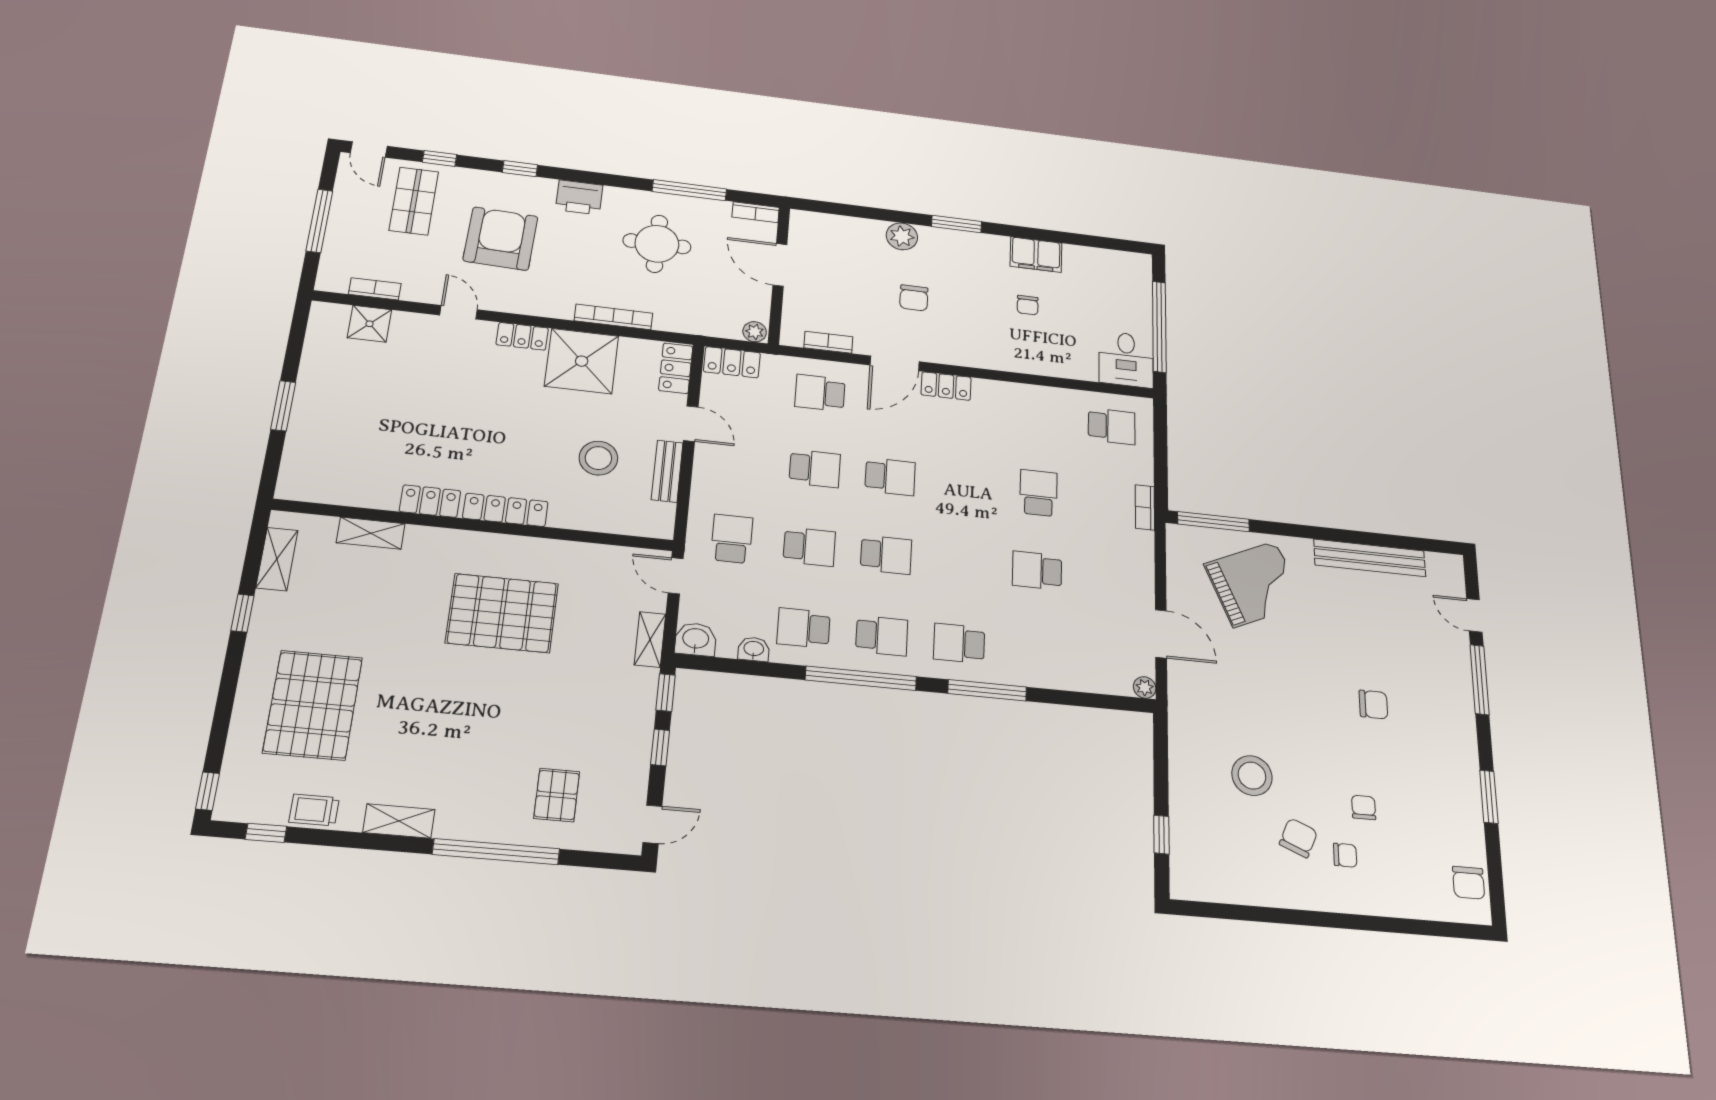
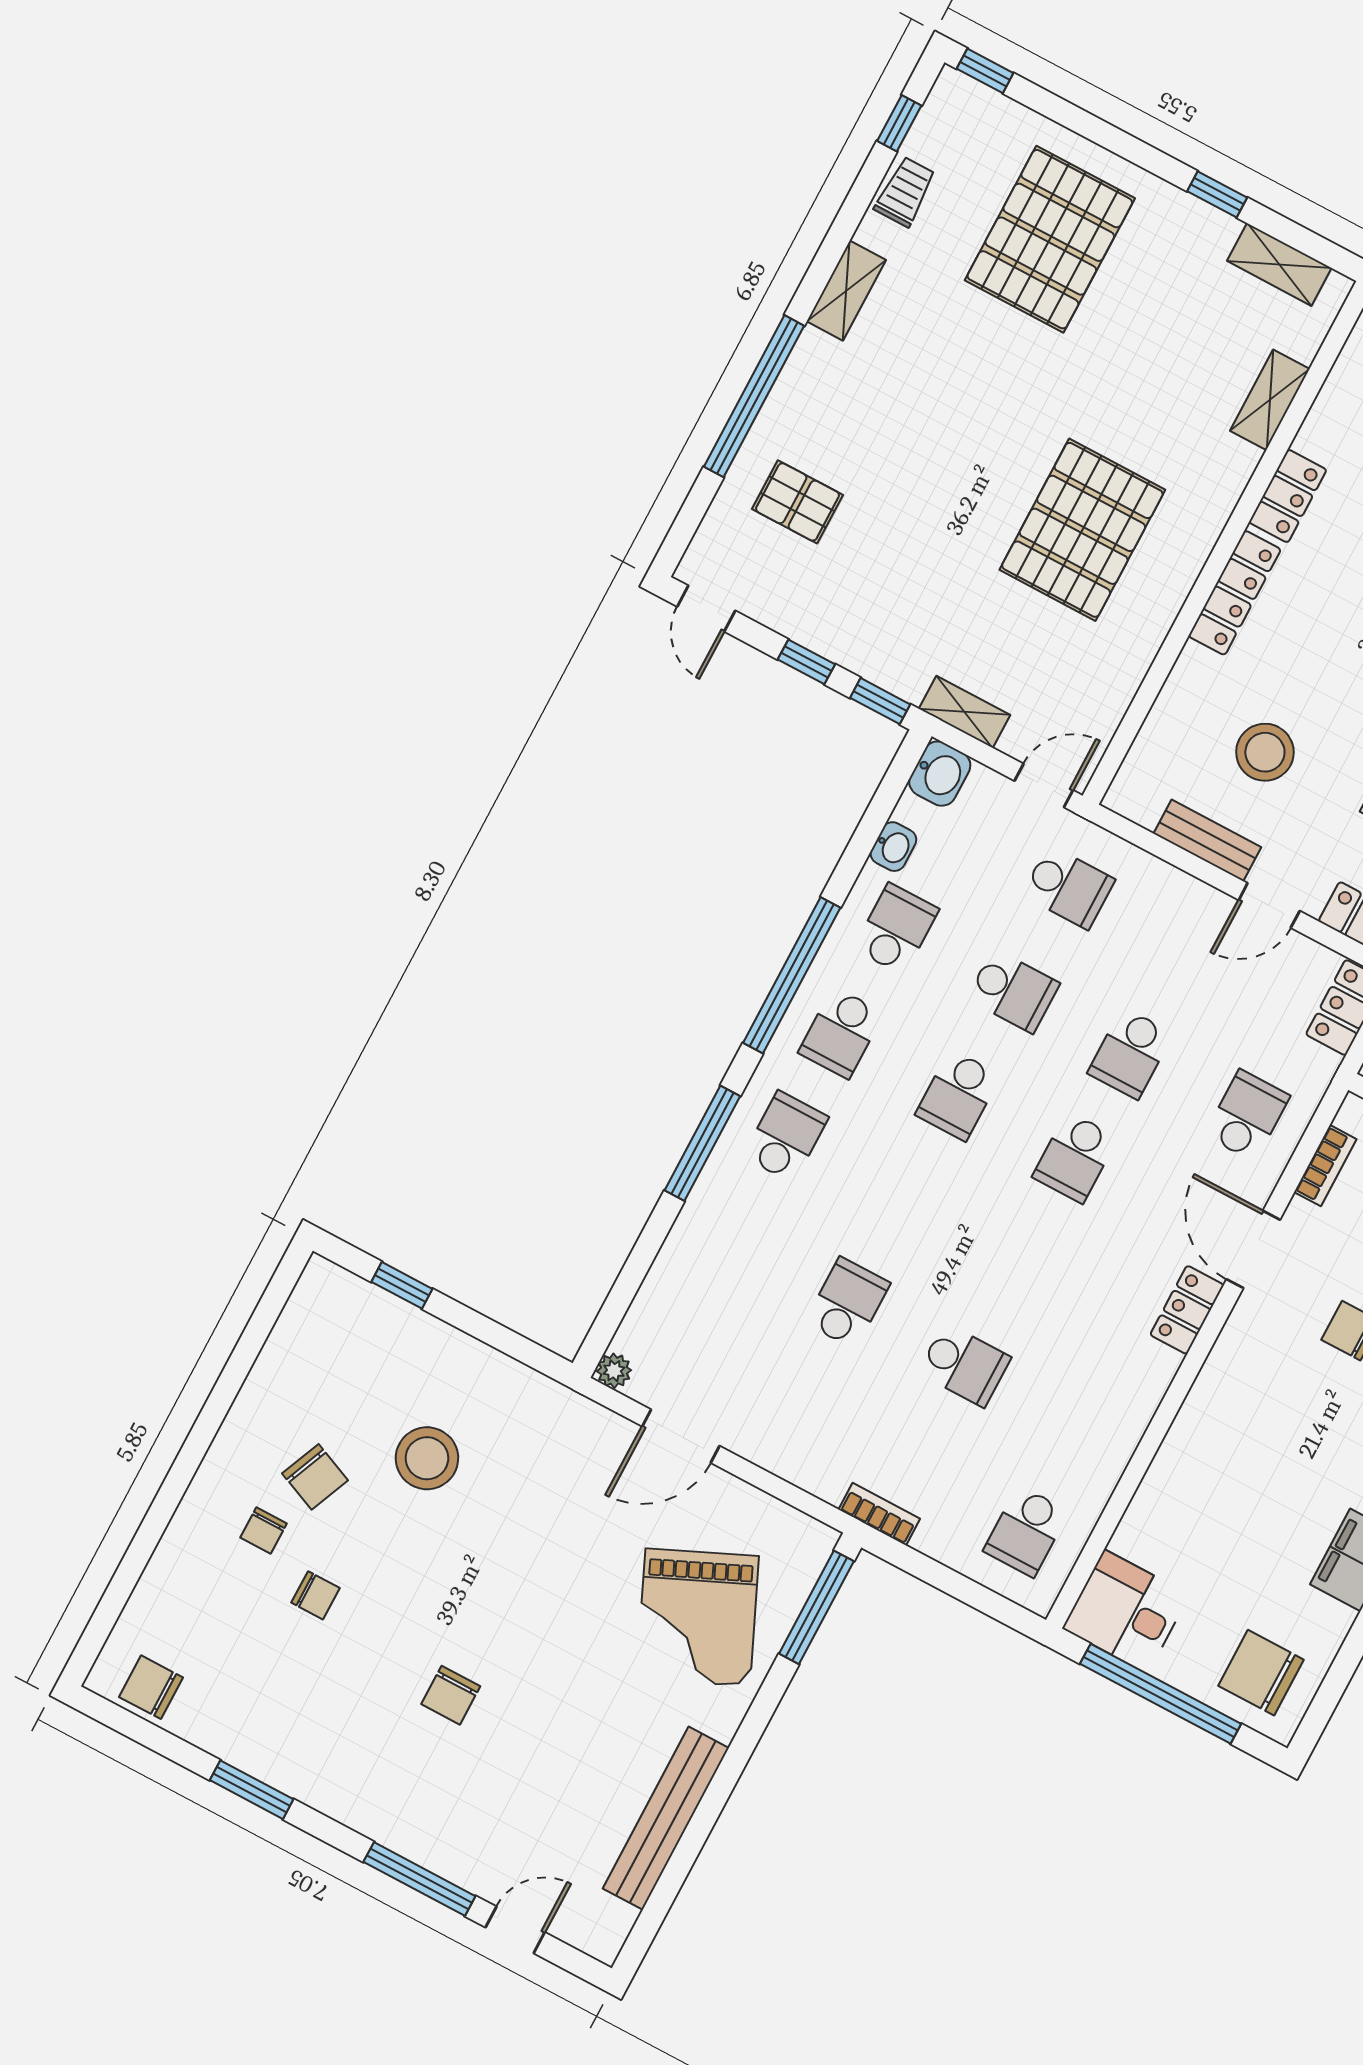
chair: (1028, 305) -> (1261, 1673), moved, width x1.87, depth x1.87
school desk: (809, 547) -> (1013, 991), turned -90
pallet: (313, 705) -> (1050, 239), turned 90

